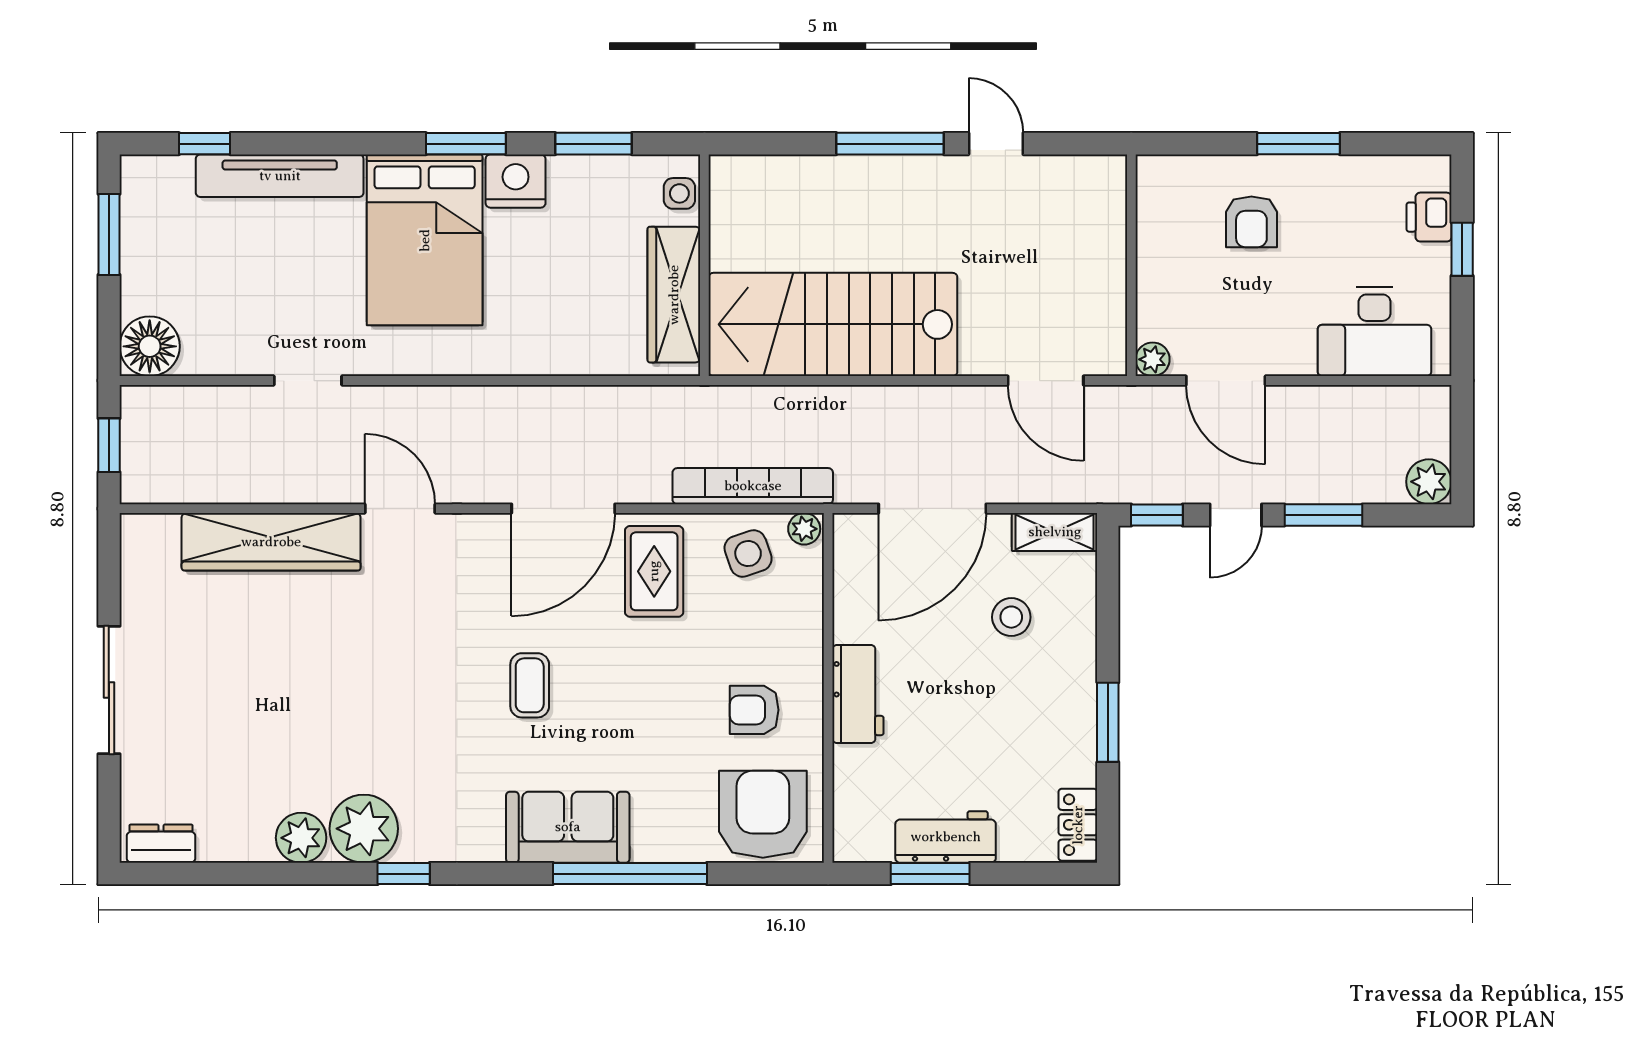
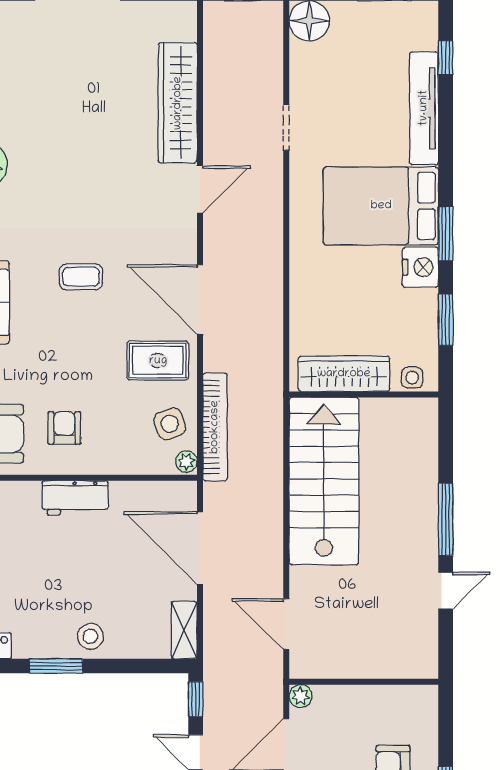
door: (1046, 381) -> (286, 624), hinge flipped
stool: (1011, 617) -> (90, 636), moved

